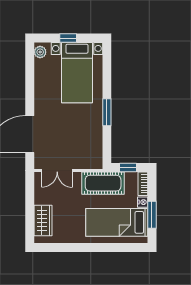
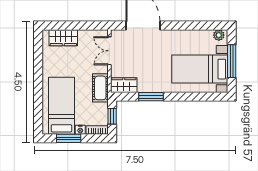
window: (68, 38) -> (232, 61), width x2.17
window: (107, 112) -> (151, 97), moved
wardrobe: (94, 155) -> (124, 85), added
cot: (103, 183) -> (100, 88), width x0.73, depth x0.75

